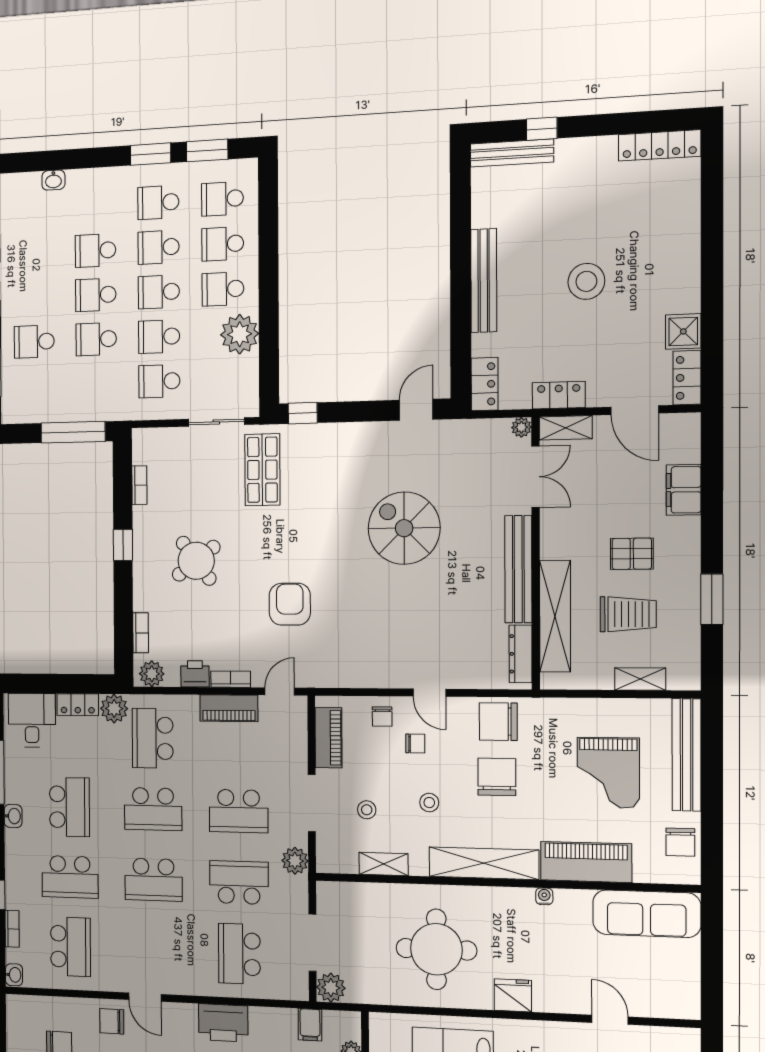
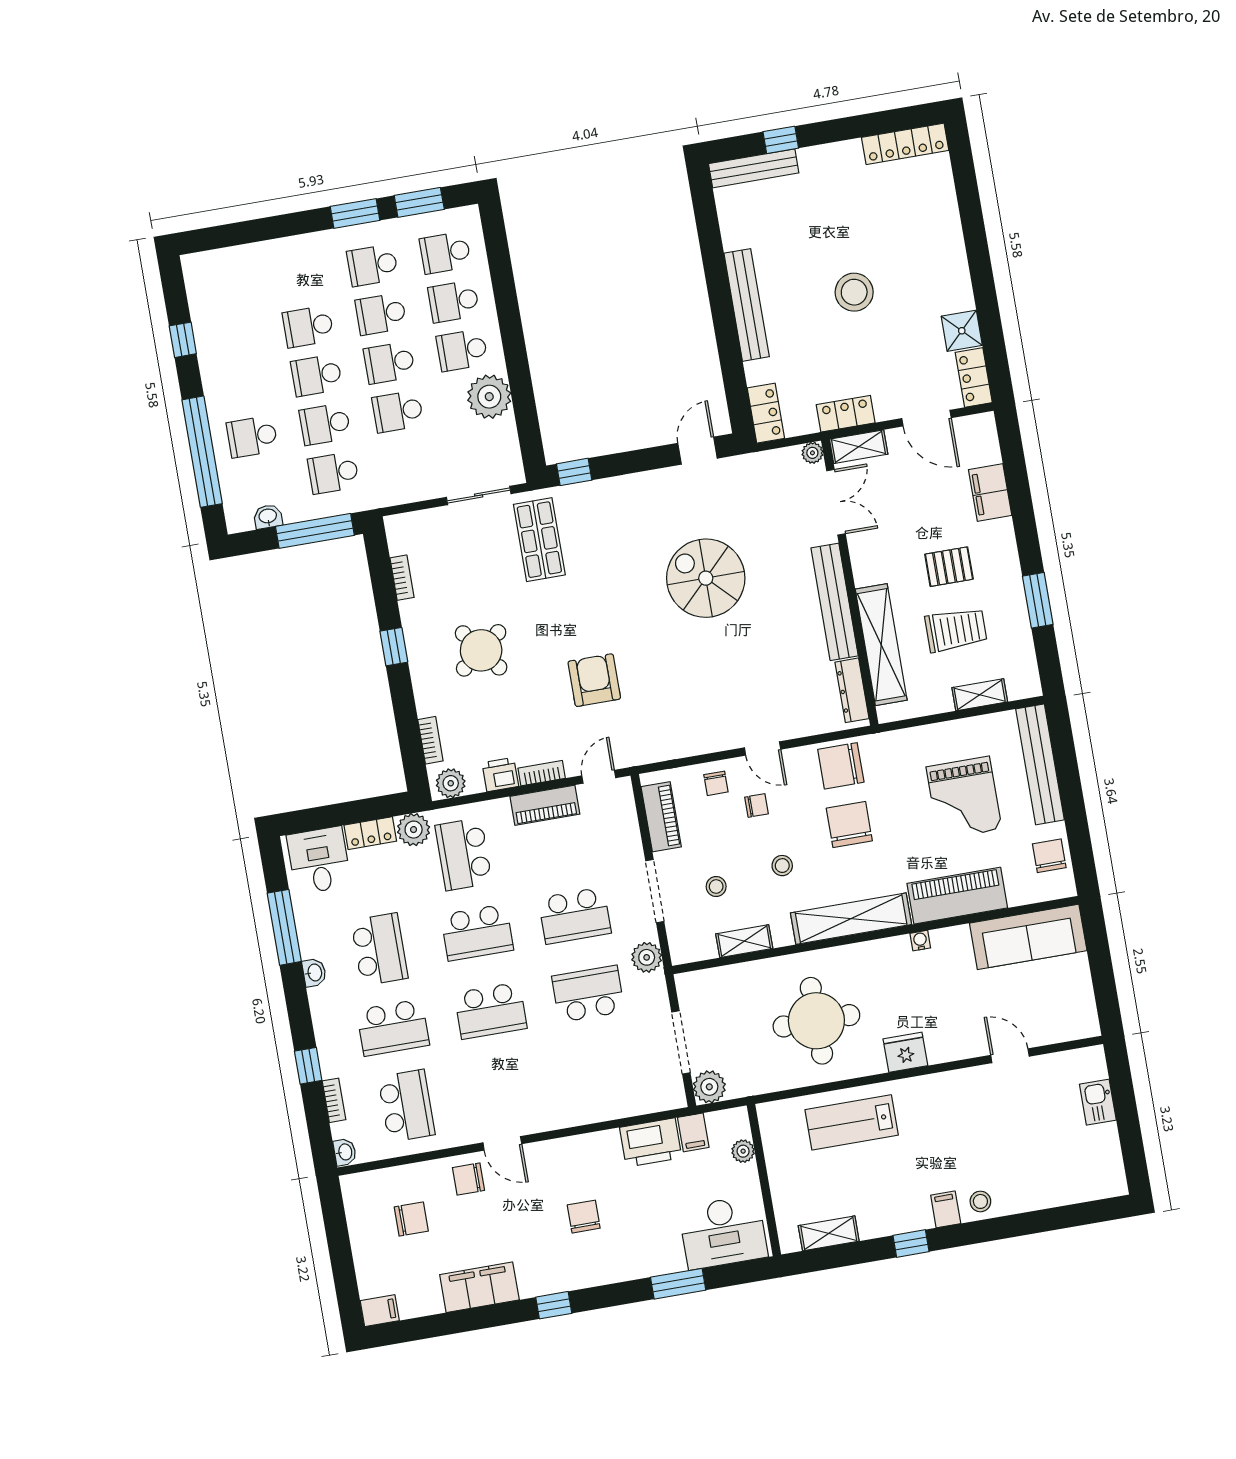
washbasin: (53, 180) -> (268, 517), moved, turned 180
school desk: (159, 381) -> (333, 473), moved
chair: (680, 842) -> (1049, 856), turned 180
school desk: (239, 954) -> (602, 1072), removed
printer: (223, 1023) -> (651, 1143), moved

